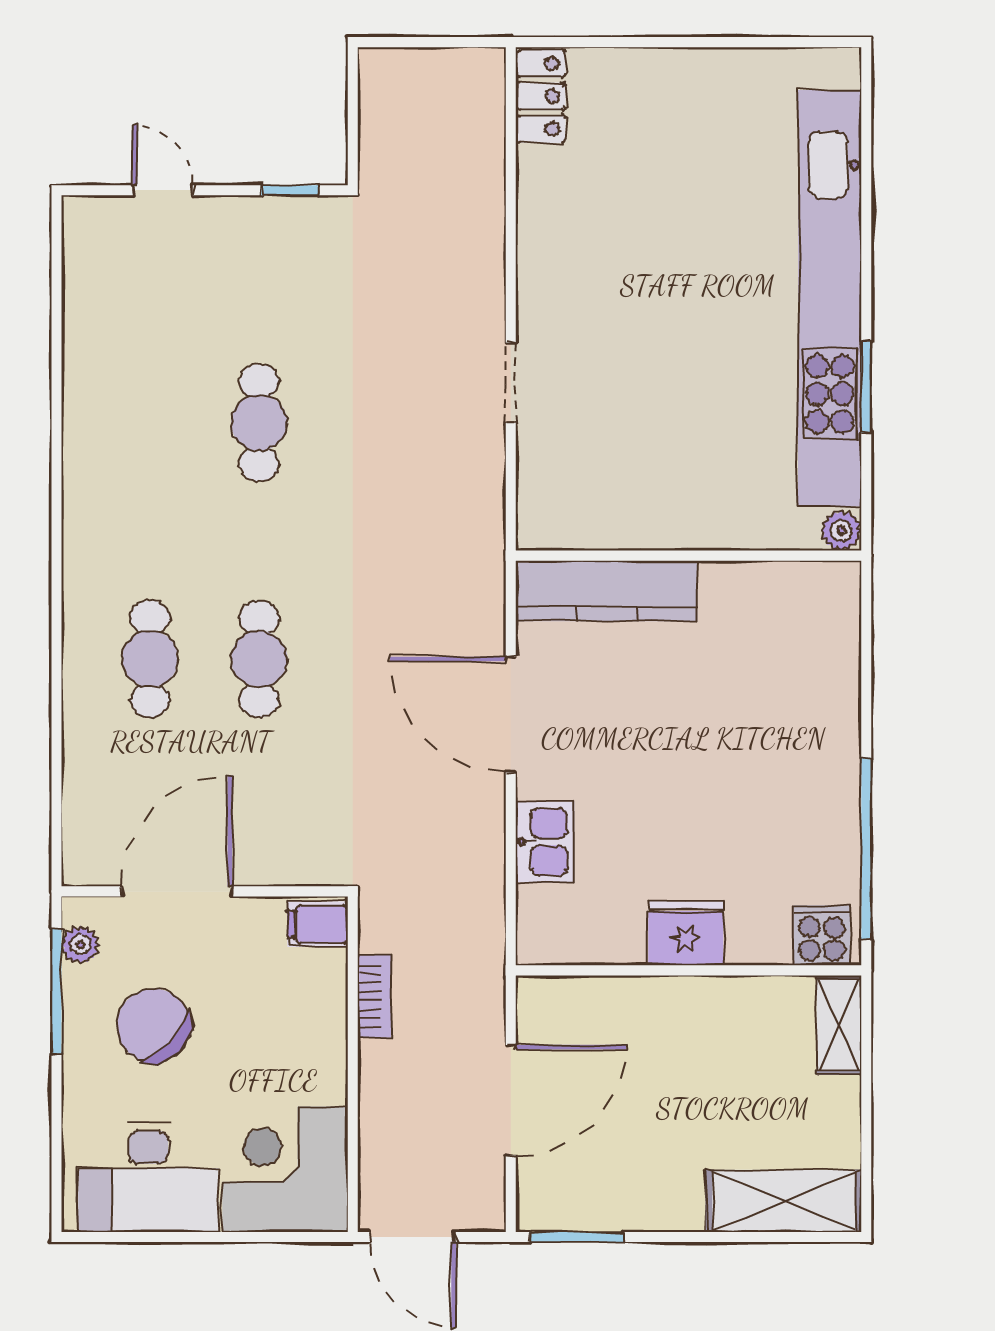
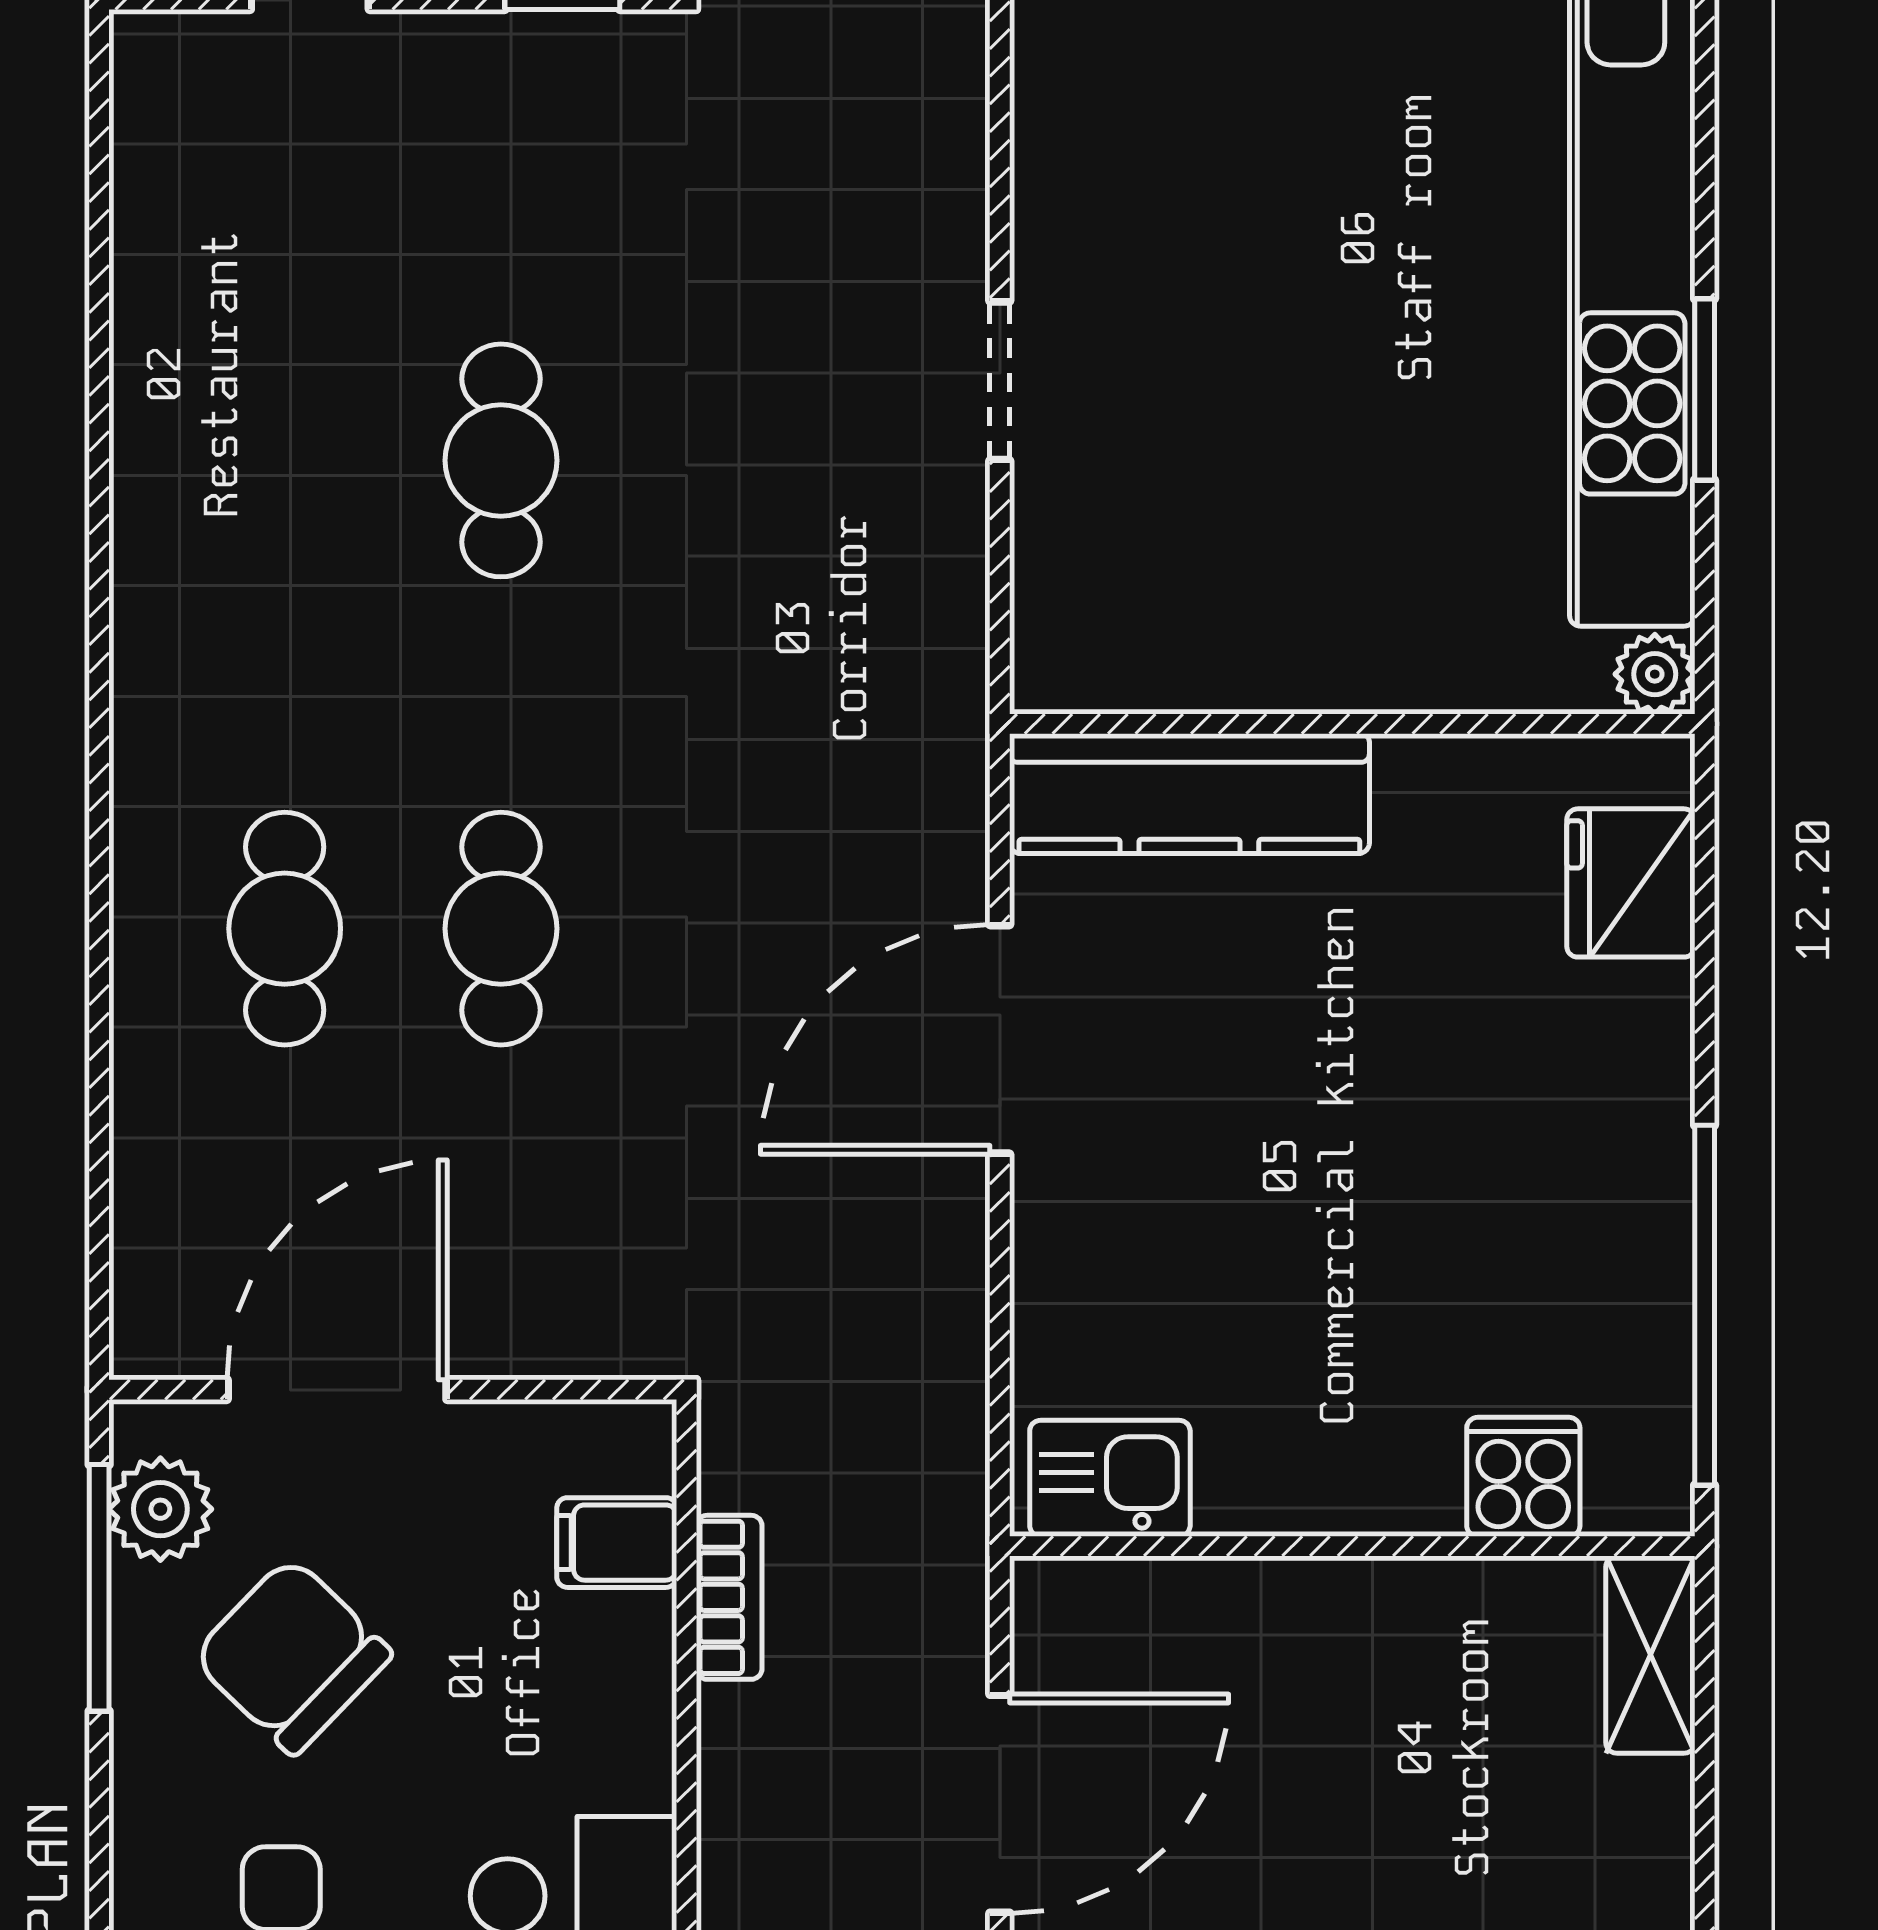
door: (511, 715) -> (1000, 1039), hinge flipped
kitchen sink: (545, 842) -> (1110, 1478), moved, turned -90
filing cabinet: (318, 924) -> (617, 1543), moved
fridge: (686, 933) -> (1631, 883), moved, turned -90
cooker: (822, 935) -> (1523, 1477), moved
plant: (80, 945) -> (160, 1509), width x1.38, depth x1.38

